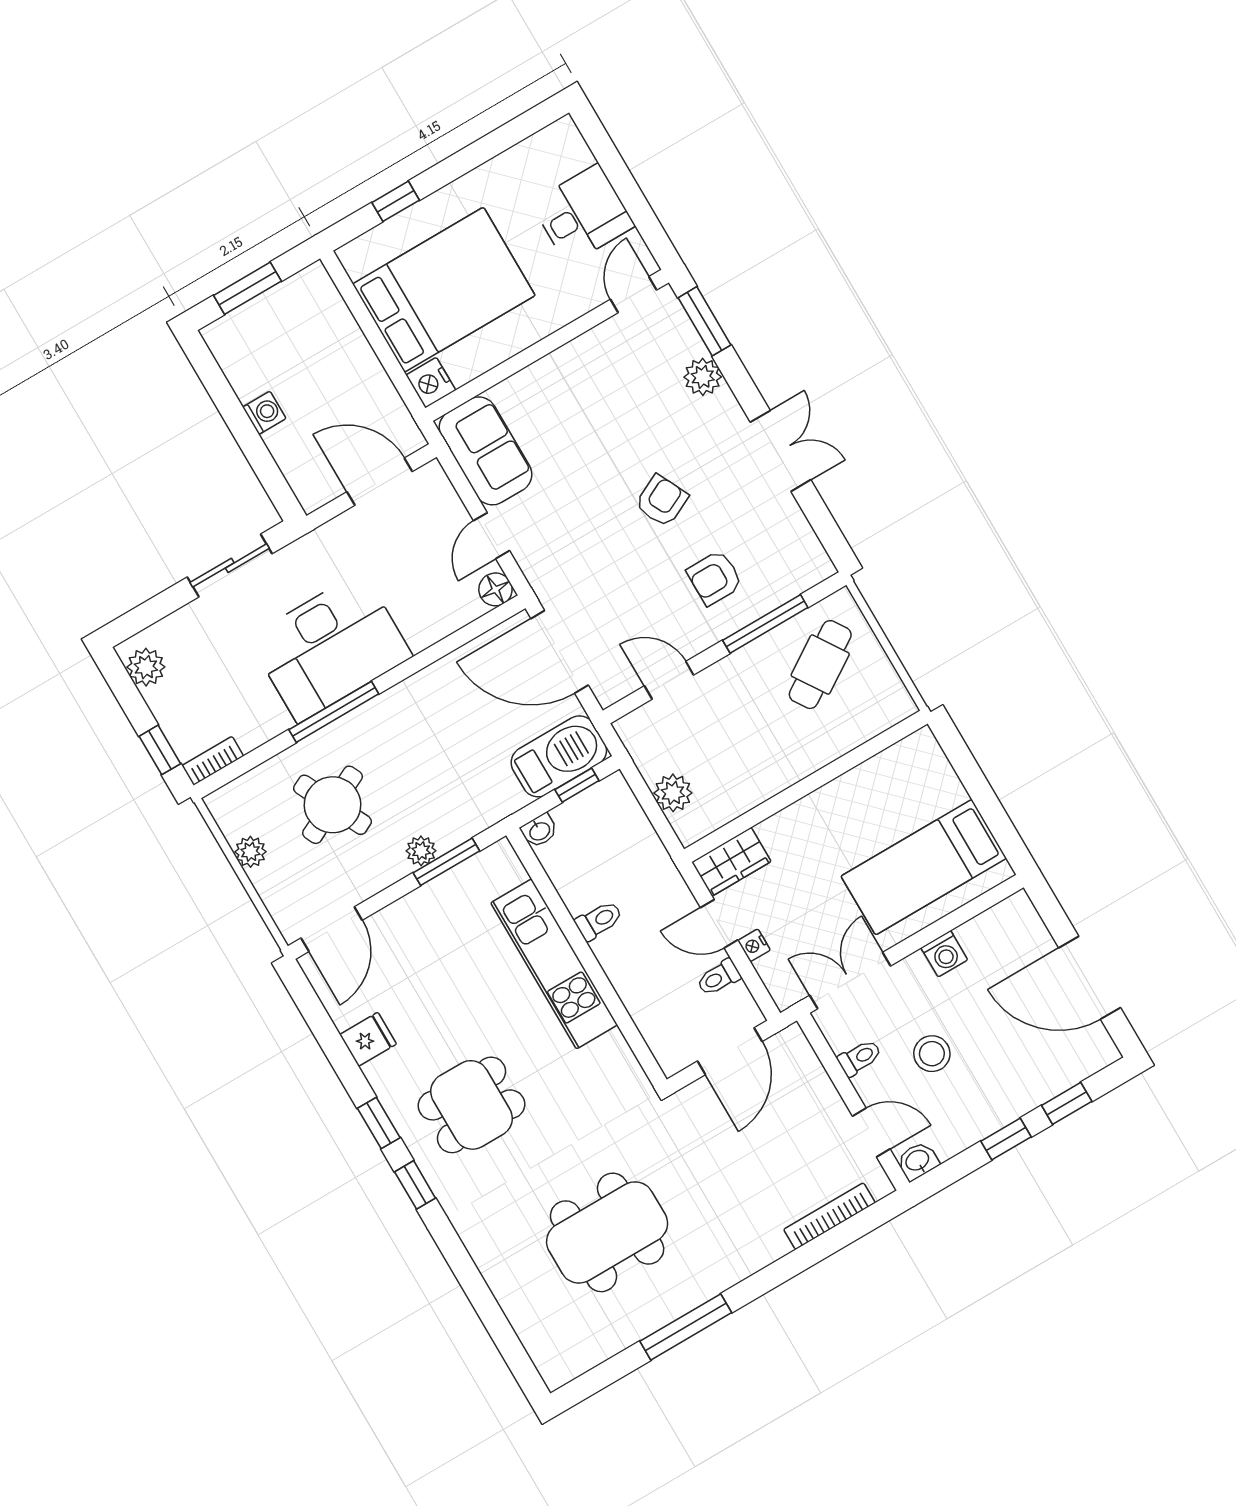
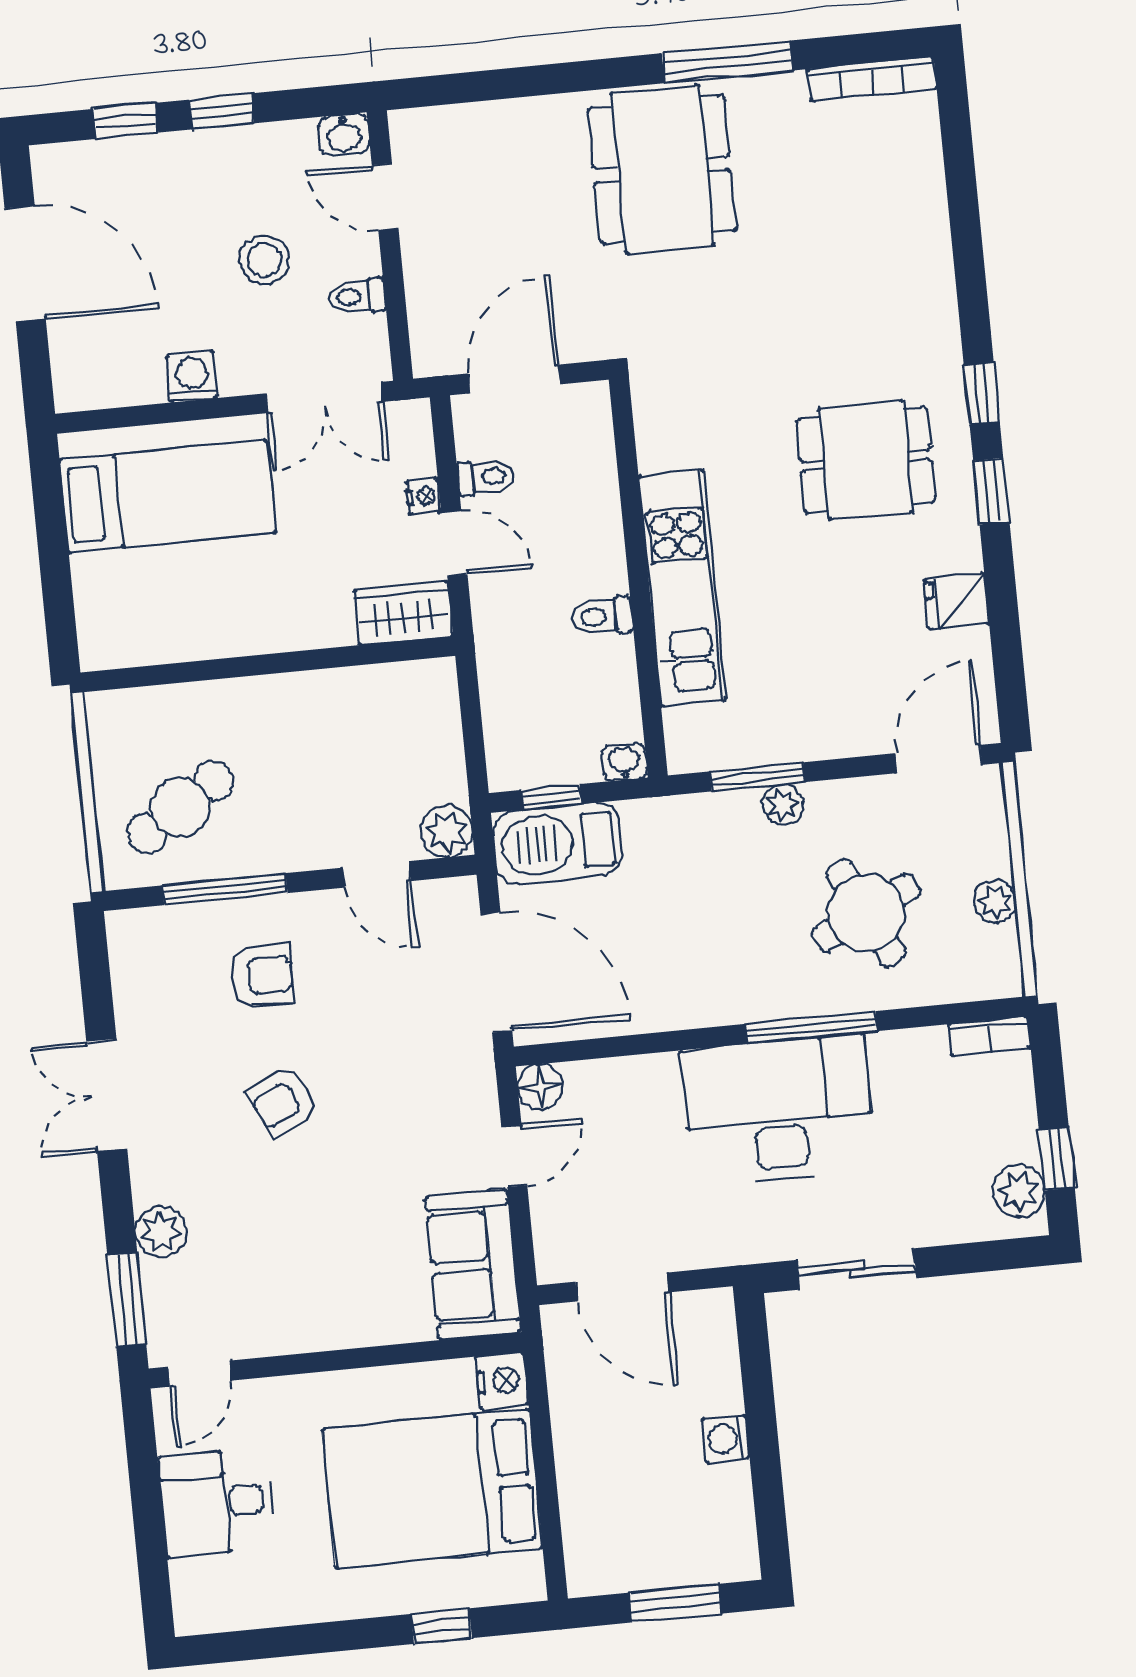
window: (160, 750) -> (1057, 1159), moved
plant: (673, 793) -> (446, 831), moved
bookcase: (829, 1216) -> (872, 79), moved
dining table: (607, 1232) -> (662, 169), moved, turned 90

